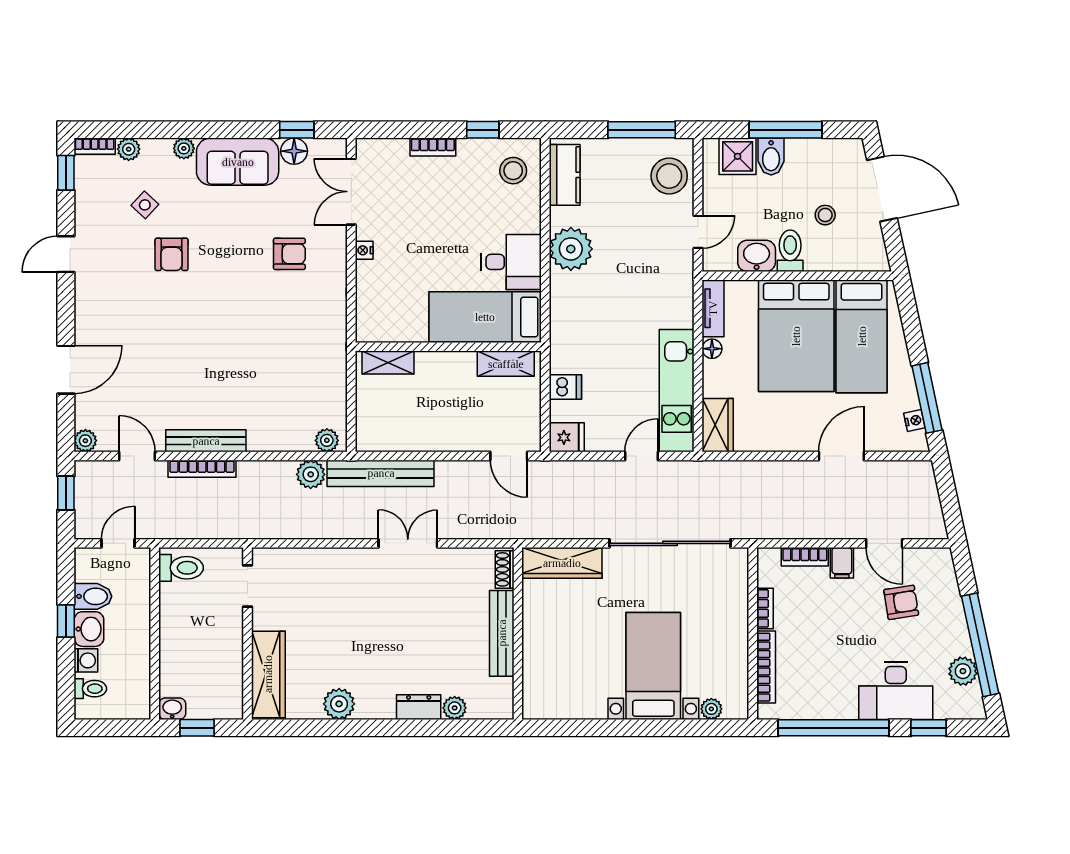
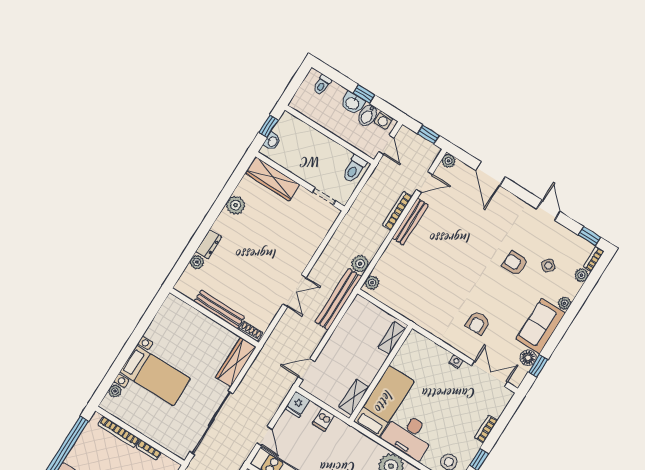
desk: (511, 262) -> (409, 435), width x1.37
washing machine: (86, 660) -> (383, 120), moved
washbasin: (172, 709) -> (272, 141), moved

